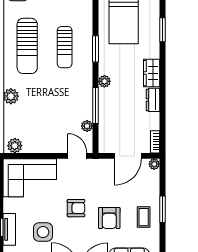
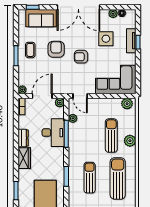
plant: (104, 81) -> (60, 103), moved
sun lounger: (36, 103) -> (111, 136), added
desk: (113, 107) -> (53, 133), added

